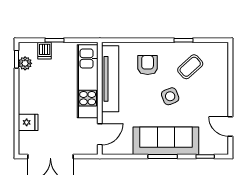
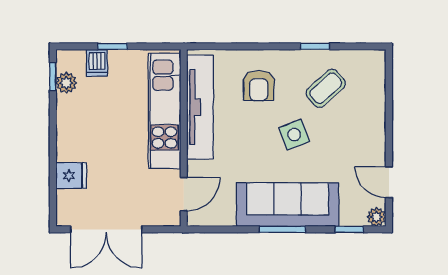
armchair: (148, 65) -> (259, 85), turned 180
plant: (223, 149) -> (376, 217), added

